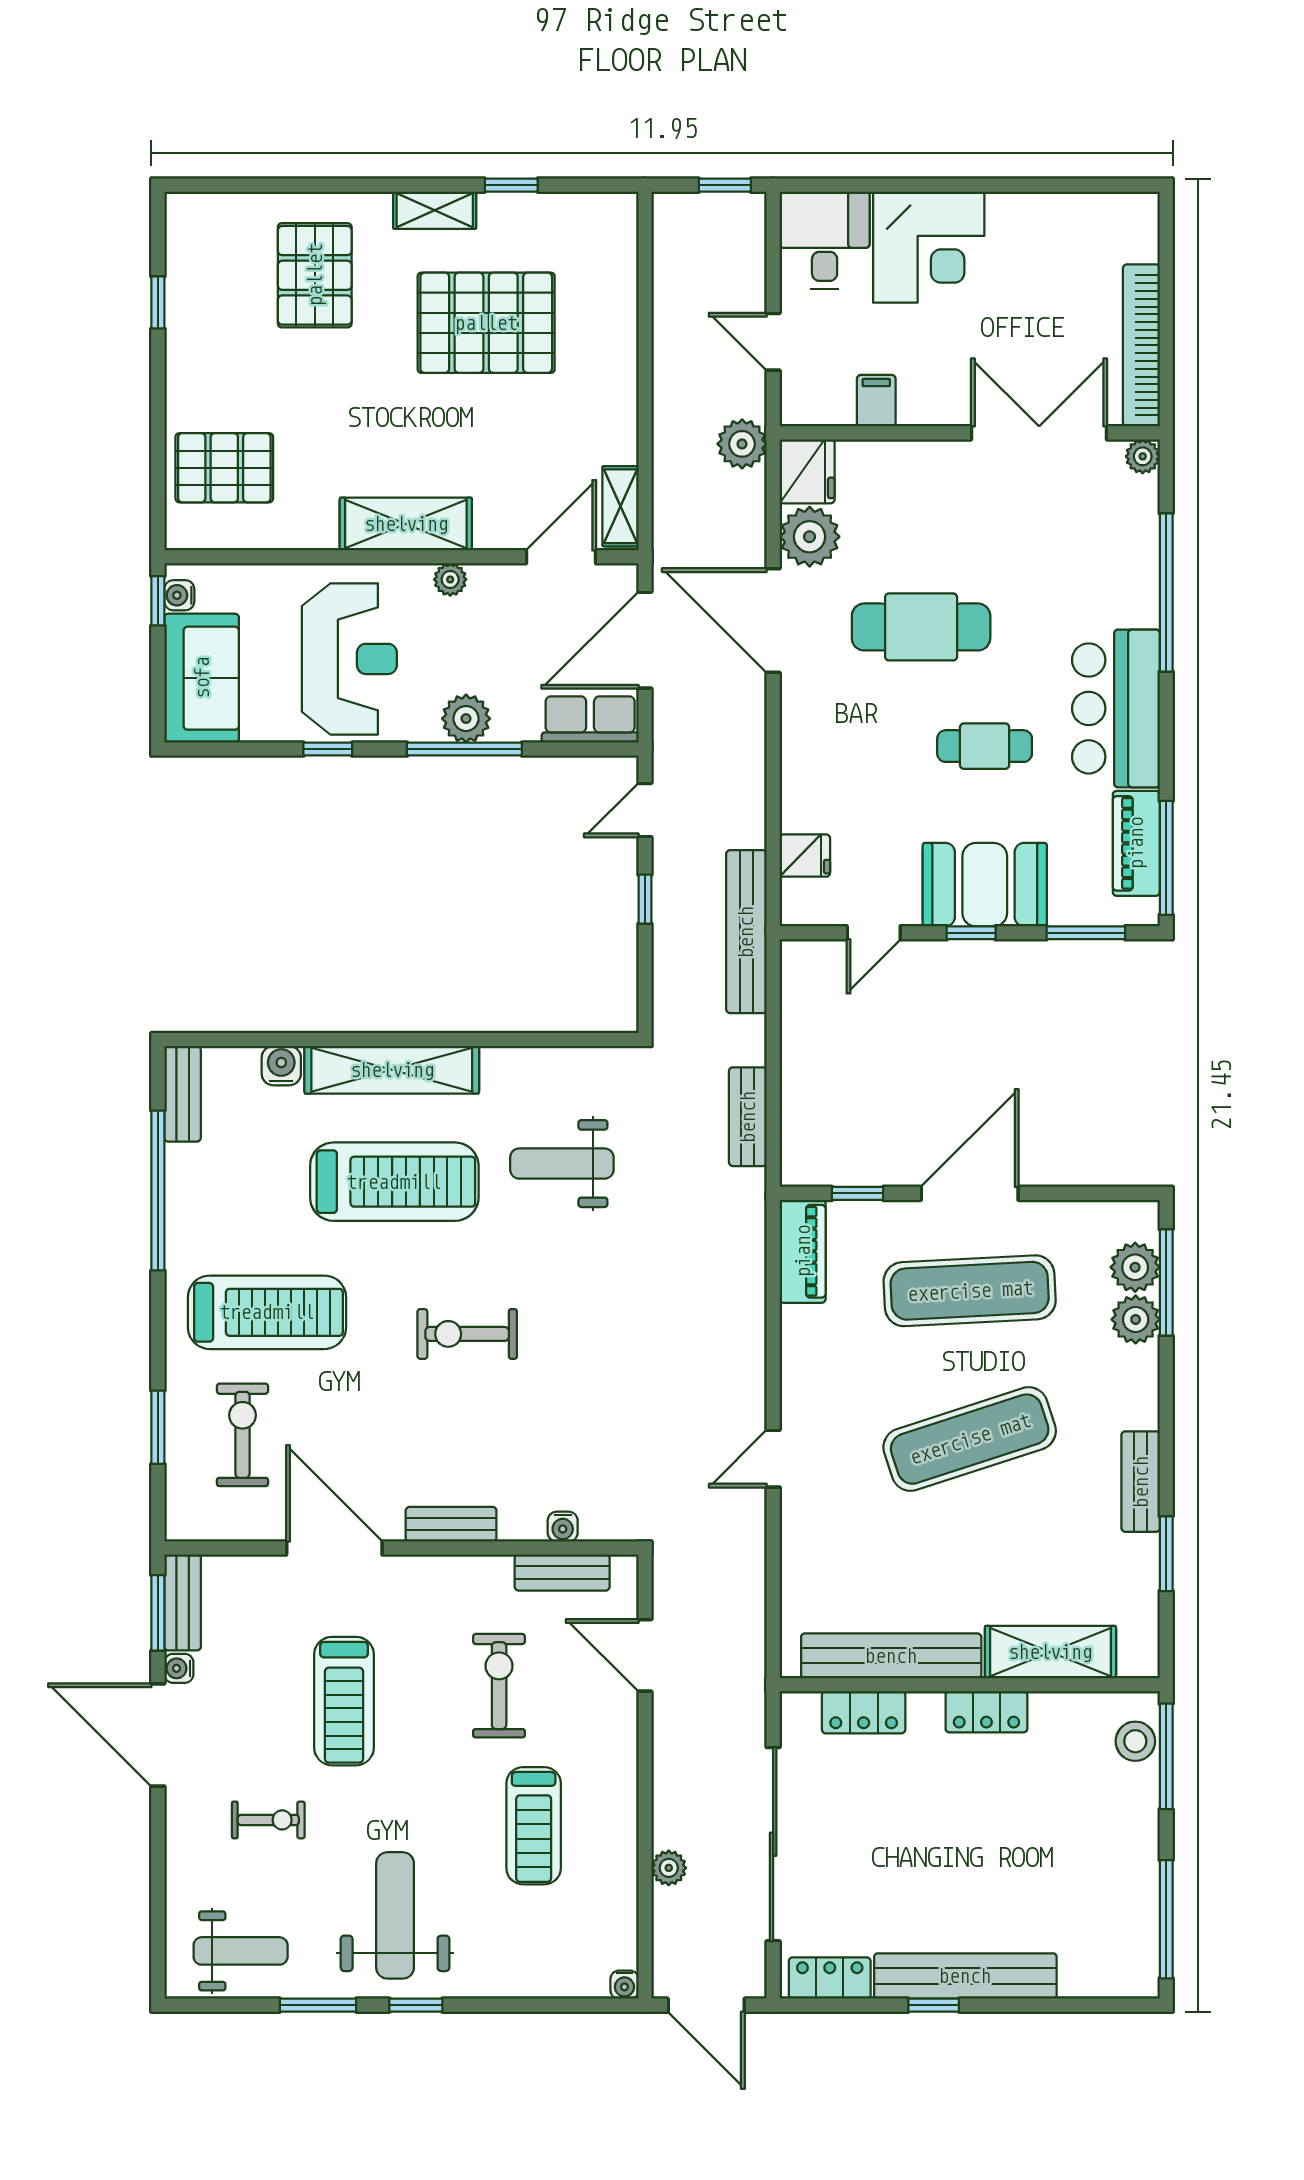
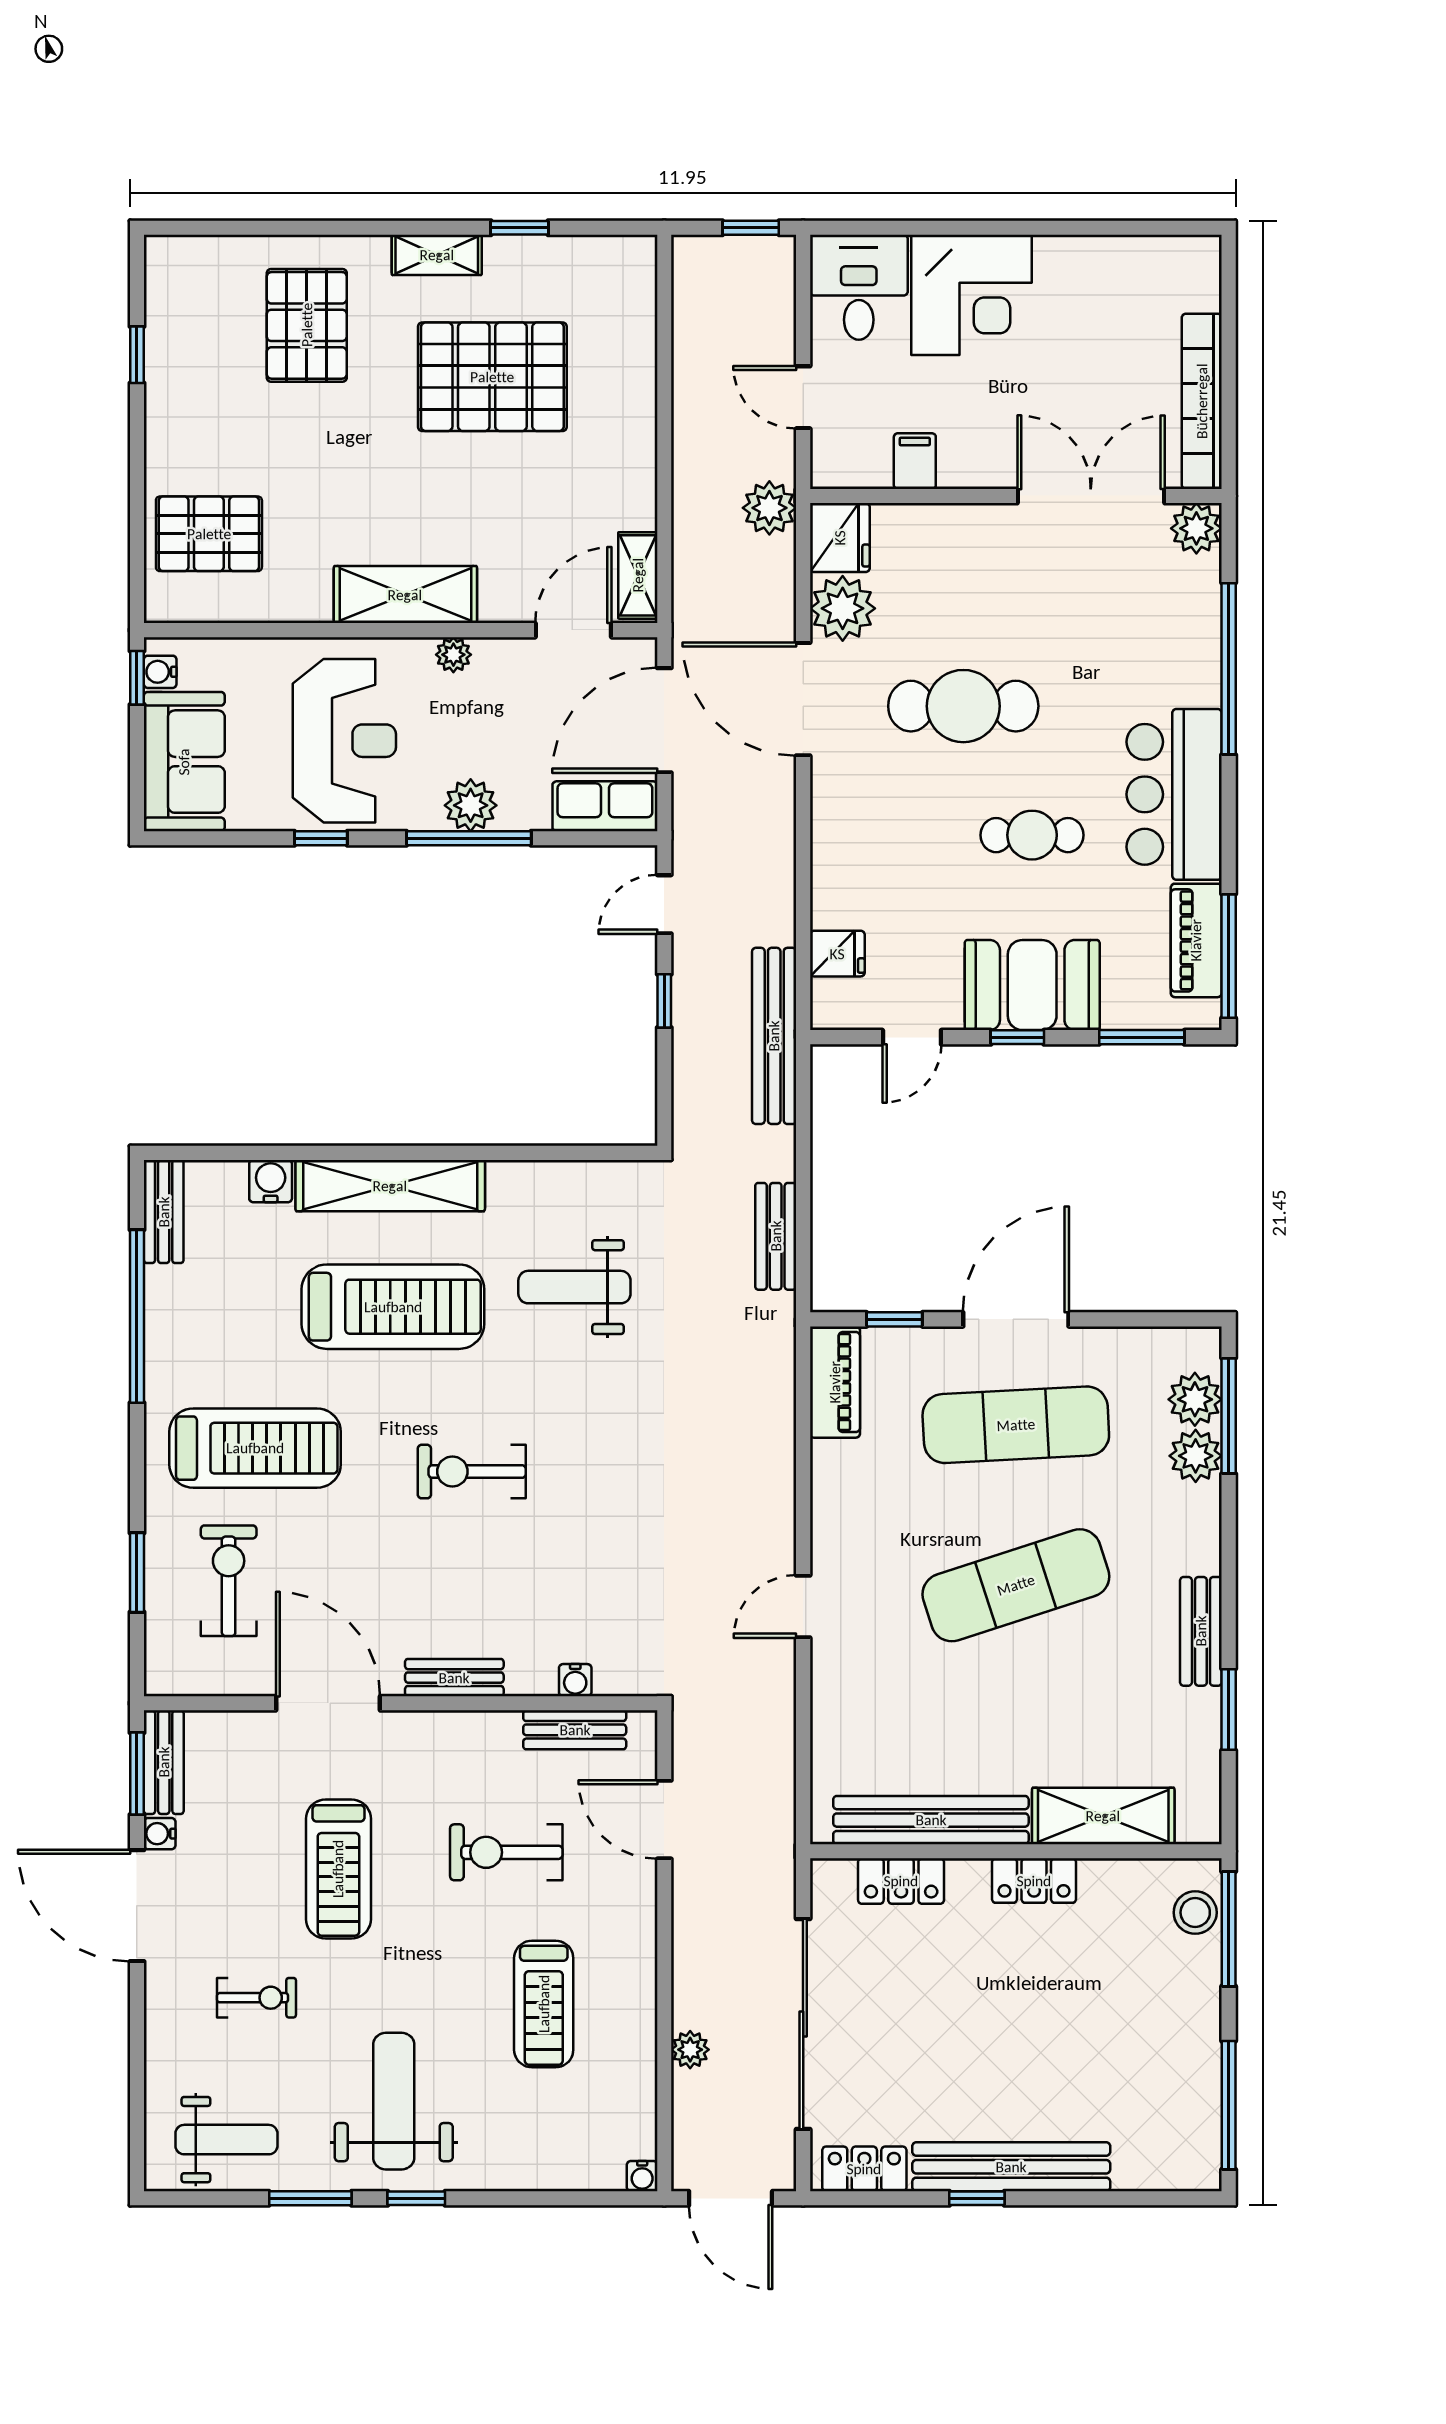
plant: (1143, 456) -> (1196, 528), width x1.38, depth x1.38
exercise bike: (499, 1686) -> (506, 1852), turned -90

